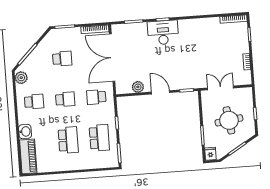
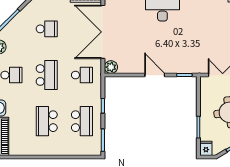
plant: (138, 87) -> (111, 67), moved
school desk: (96, 97) -> (82, 75), turned 180
school desk: (65, 99) -> (47, 75), width x1.85
school desk: (68, 140) -> (47, 121), turned 180

